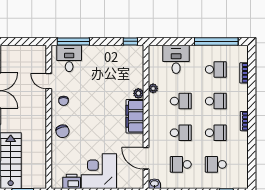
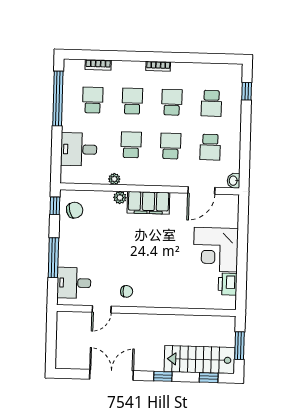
window: (73, 41) -> (53, 258), moved
chair: (62, 131) -> (75, 210), moved

